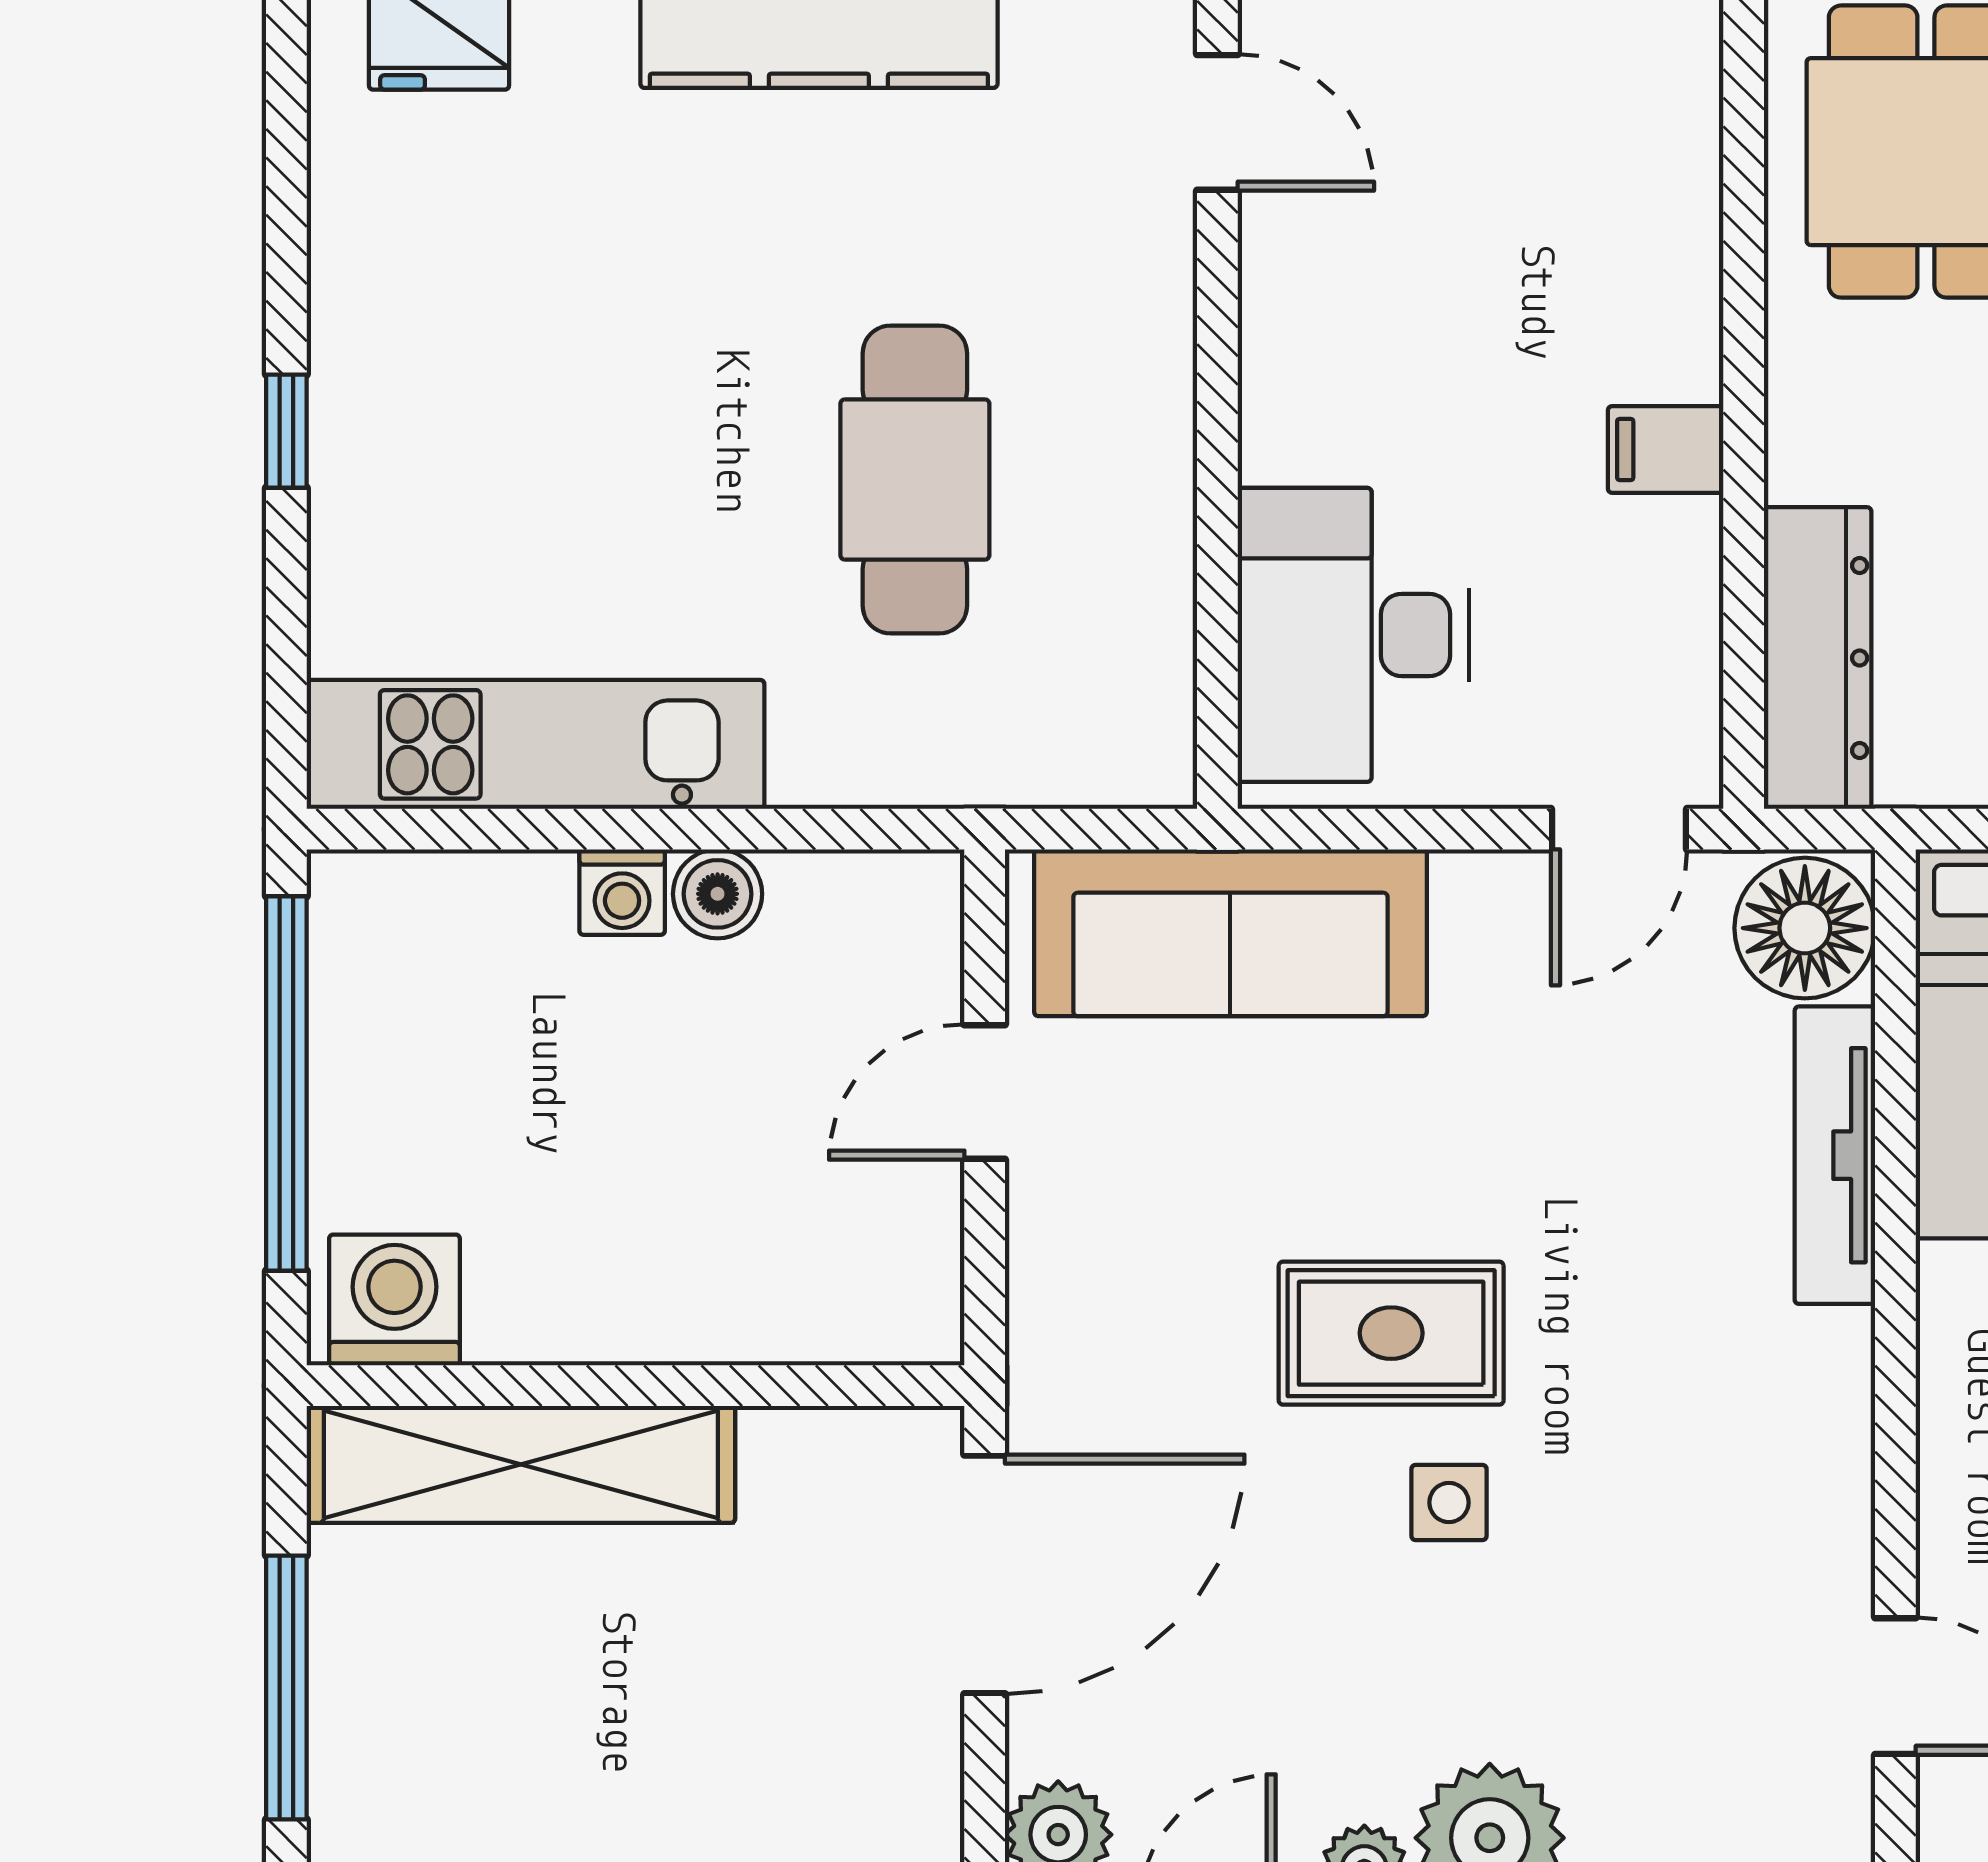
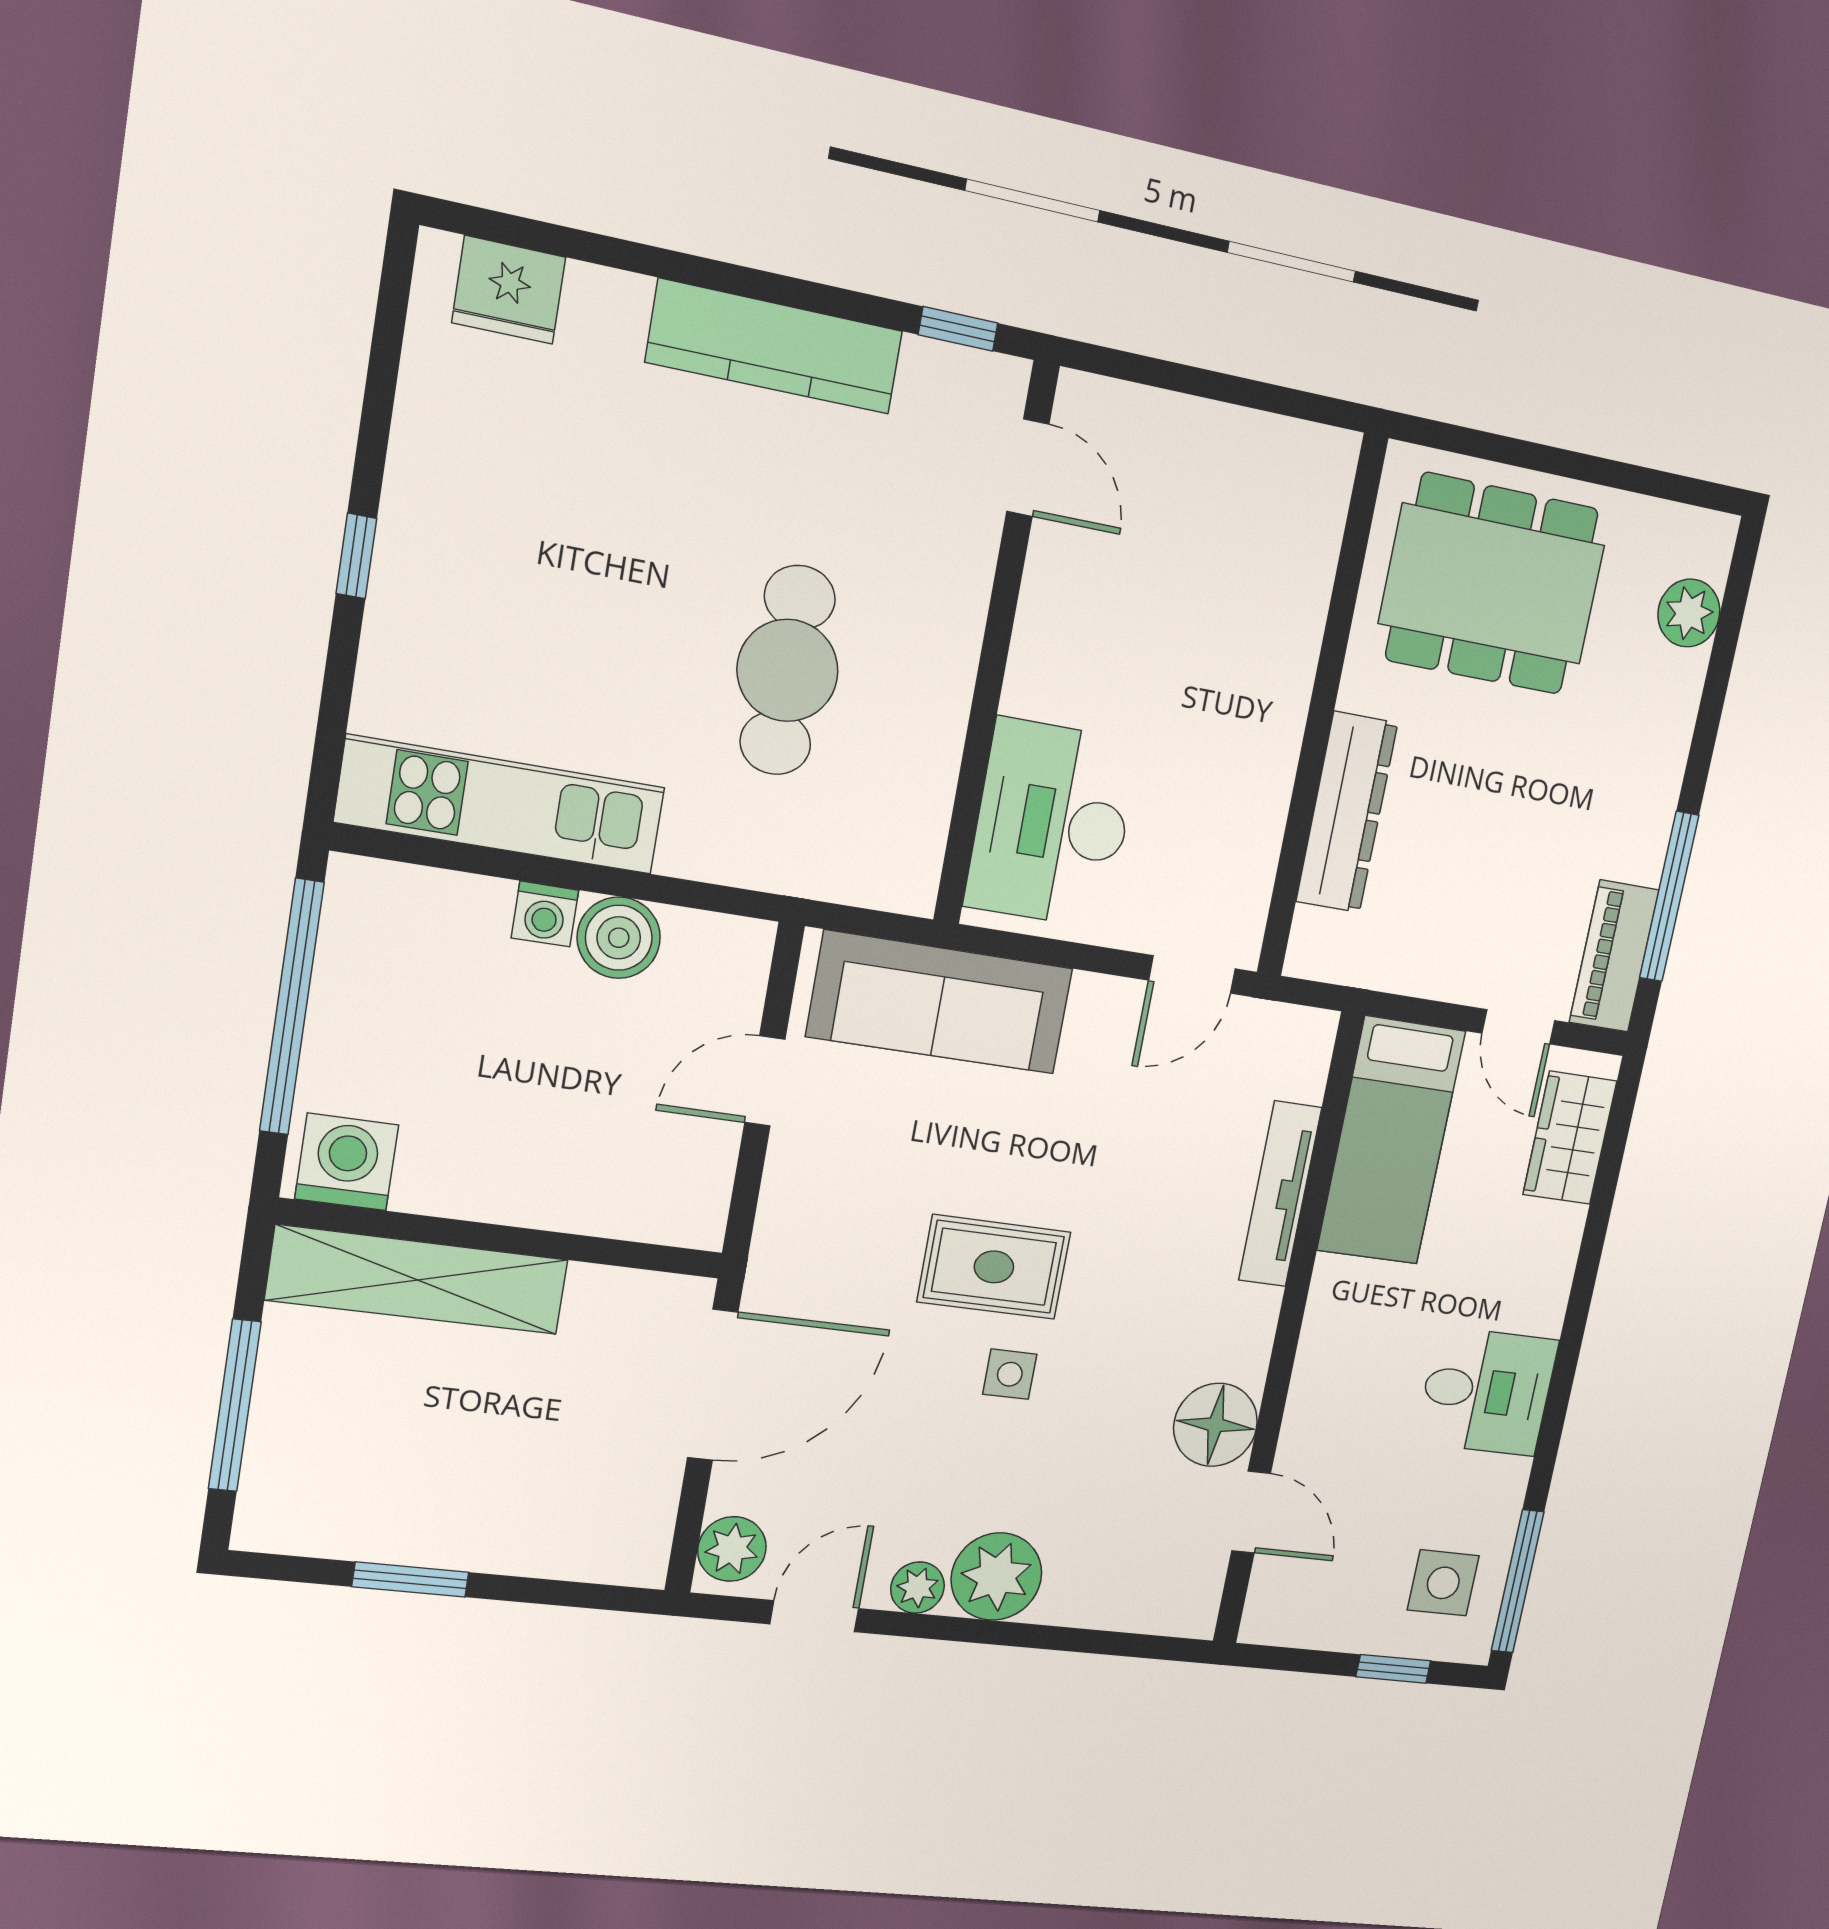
filing cabinet: (1666, 449) -> (1267, 739), removed
dresser: (1818, 658) -> (1347, 812), moved
boiler: (718, 894) -> (619, 938), width x1.36, depth x1.36
floor lamp: (1805, 928) -> (1215, 1425), moved

